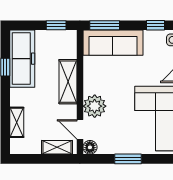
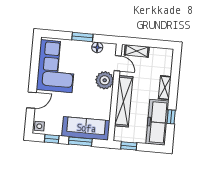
window: (105, 25) -> (80, 141), moved
shelving: (68, 82) -> (124, 101), width x1.47
shelving: (17, 122) -> (165, 88), moved
floor lamp: (90, 147) -> (97, 47), moved

